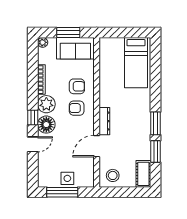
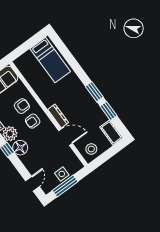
door: (33, 144) -> (32, 184), moved
door: (97, 146) -> (65, 137), swing flipped

